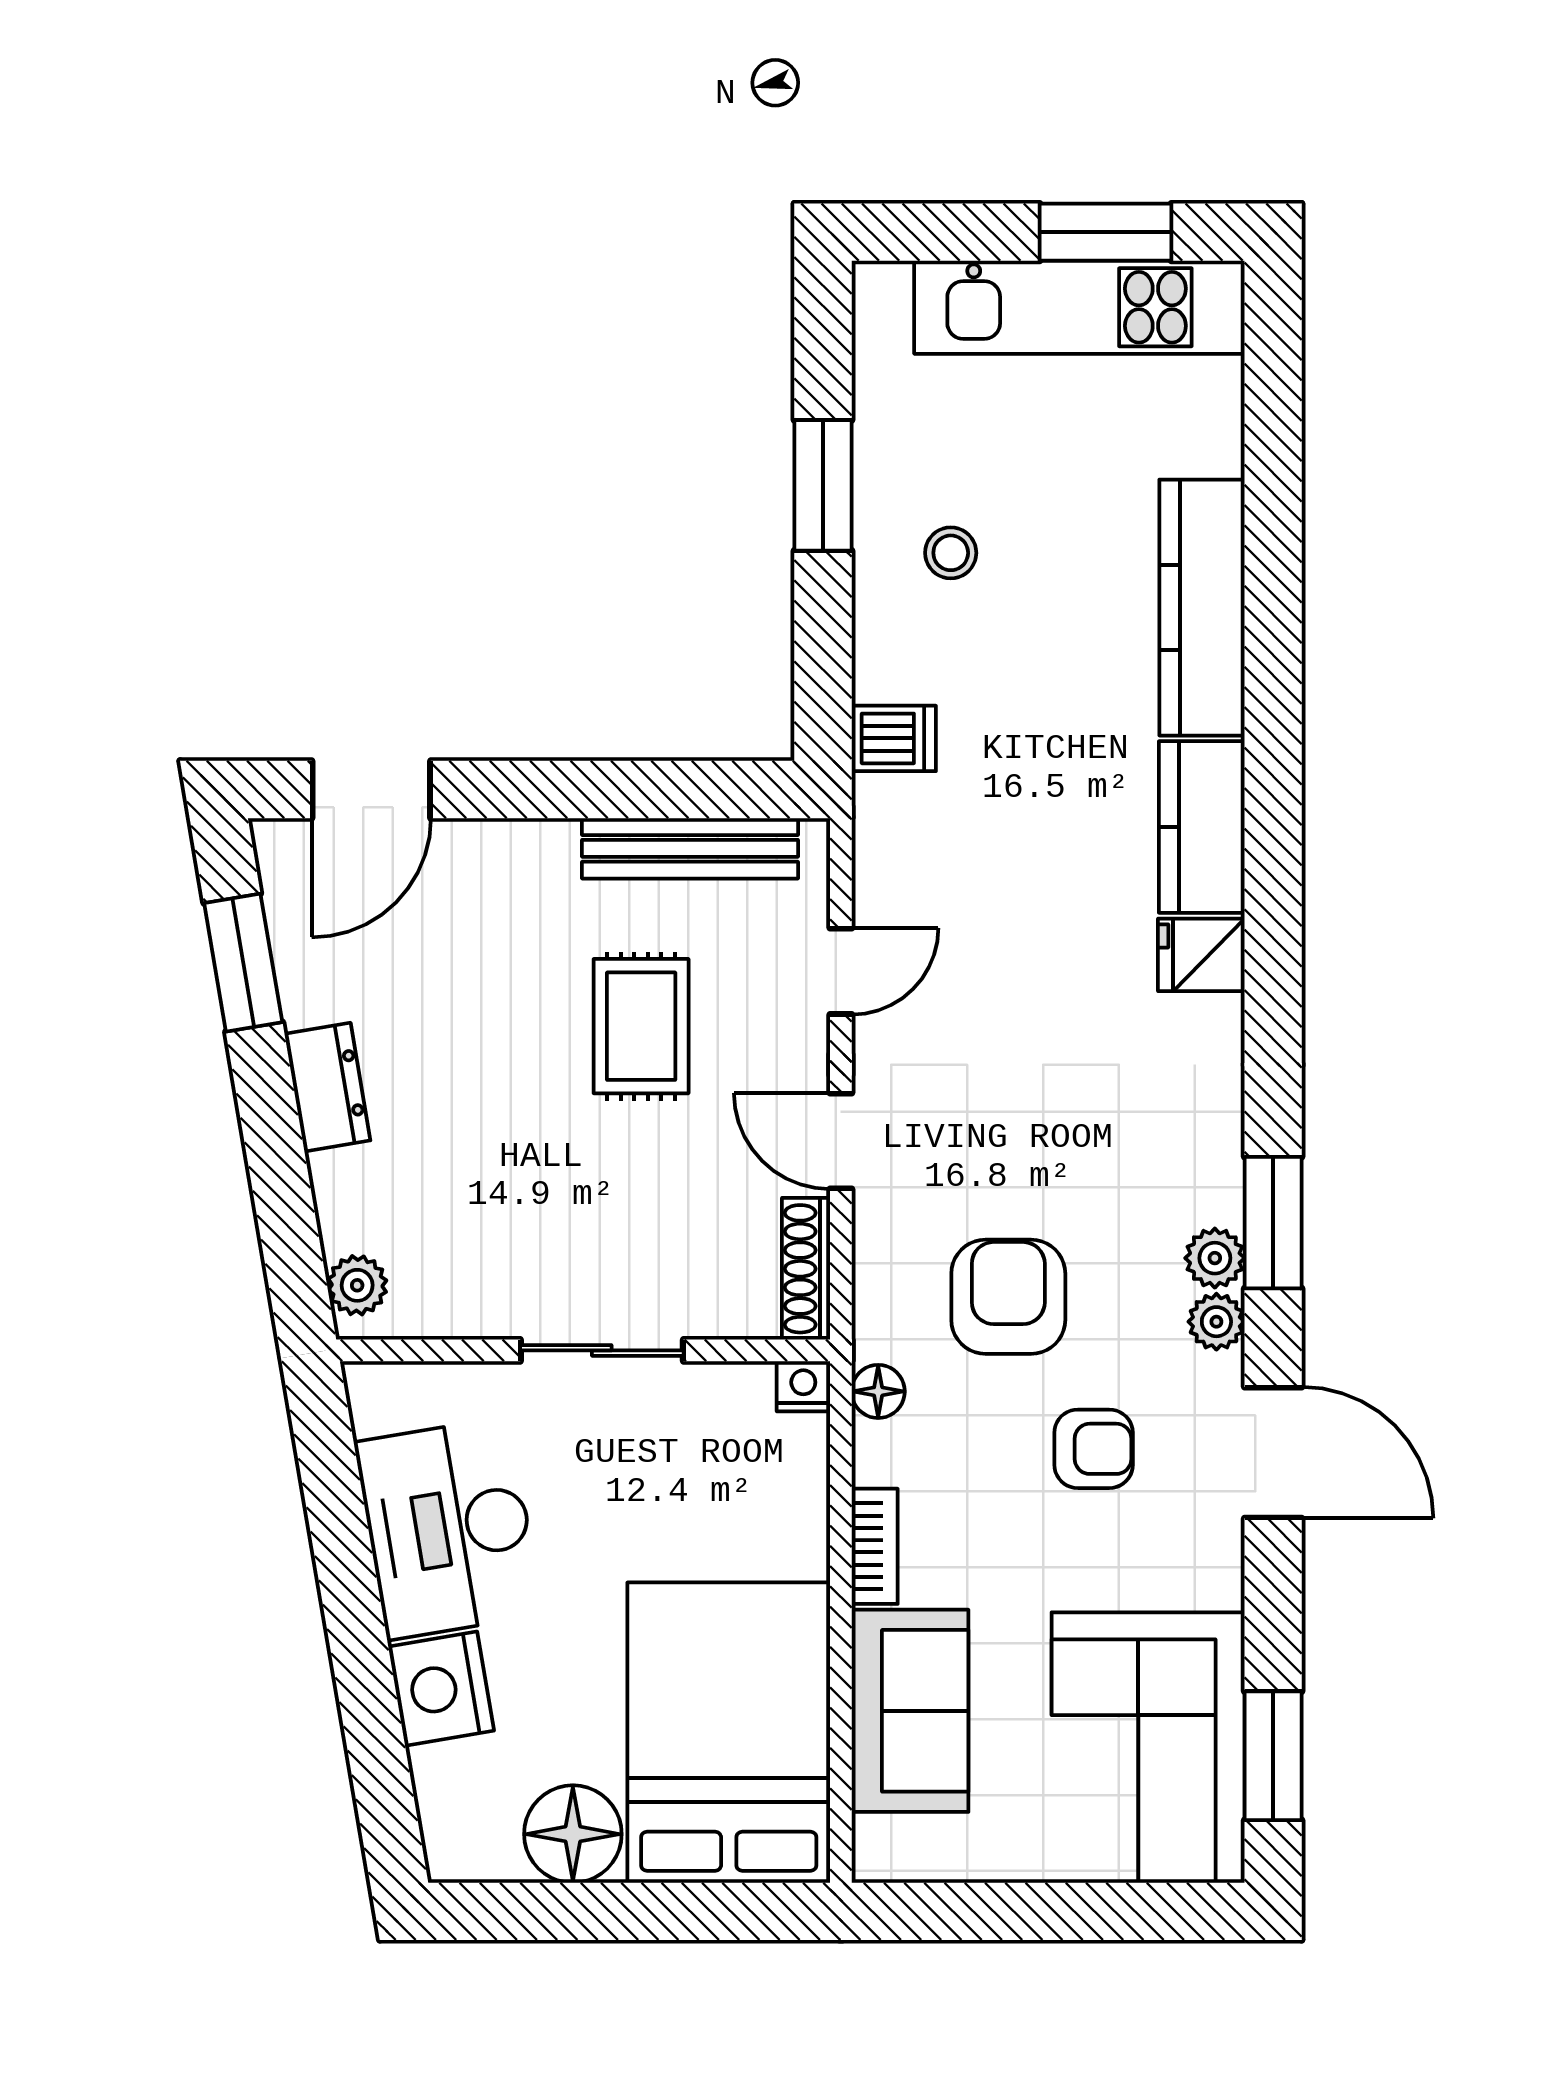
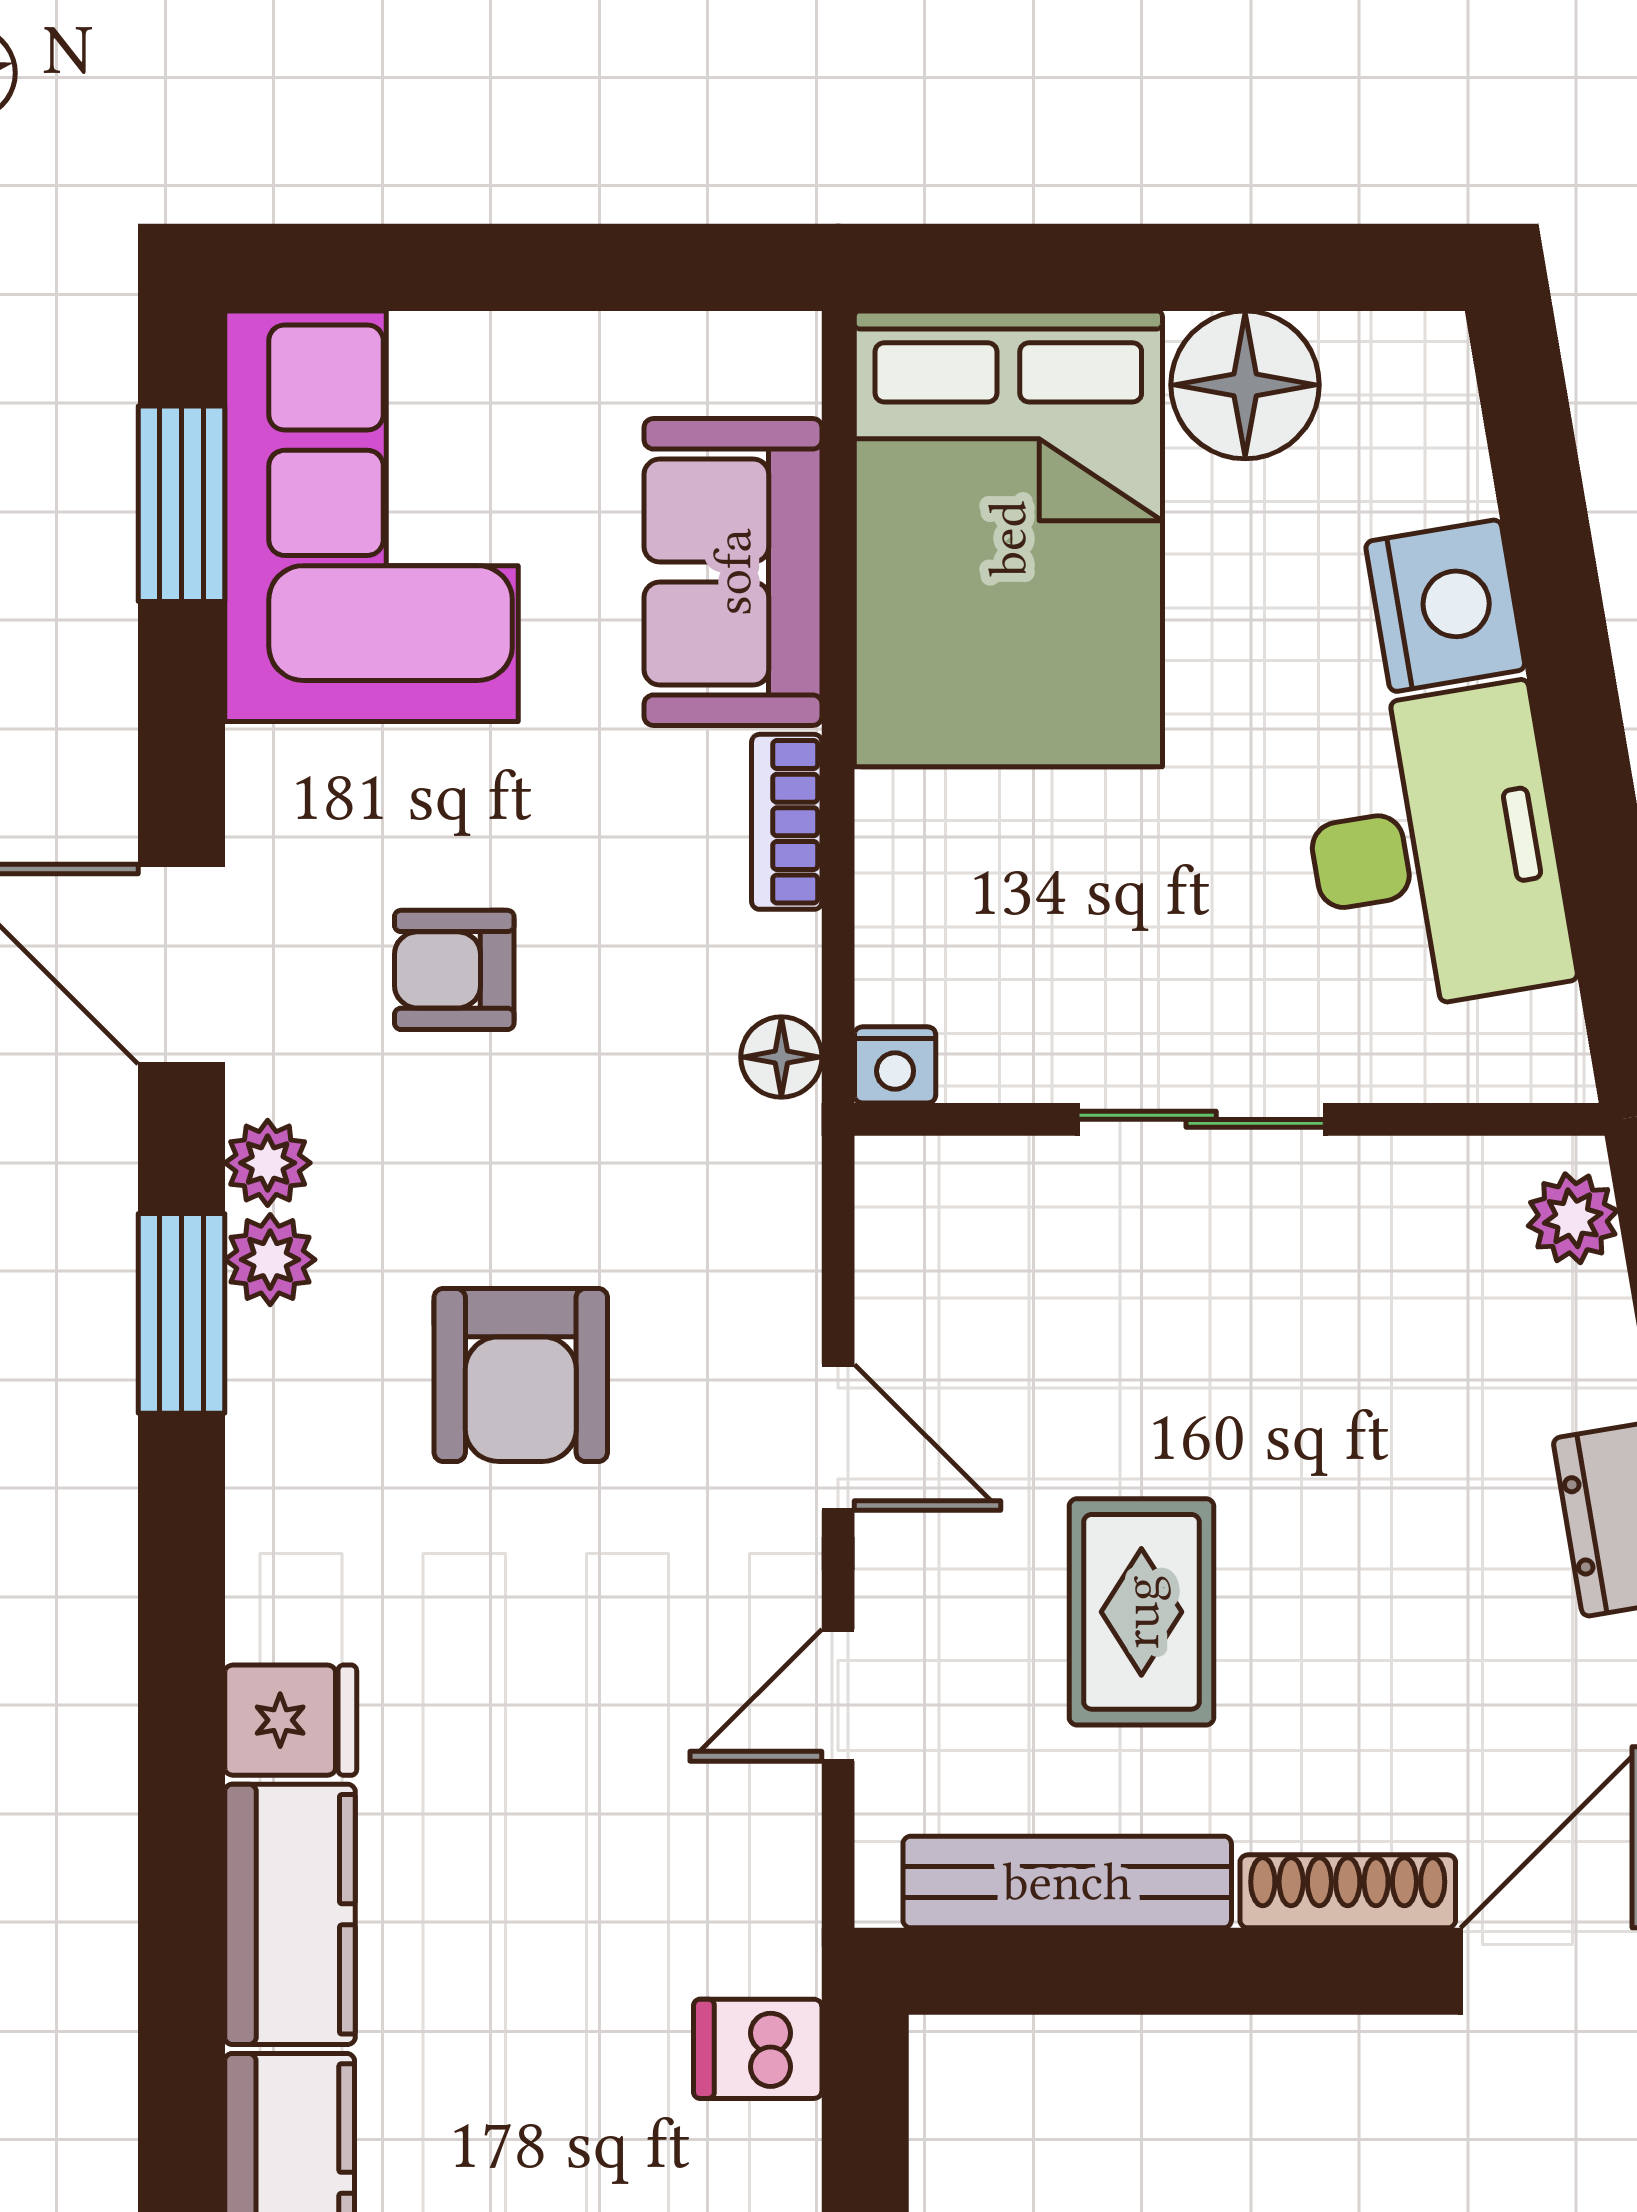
shoe rack: (806, 1269) -> (1348, 1891), moved, turned -90
armchair: (1008, 1297) -> (521, 1375), moved

